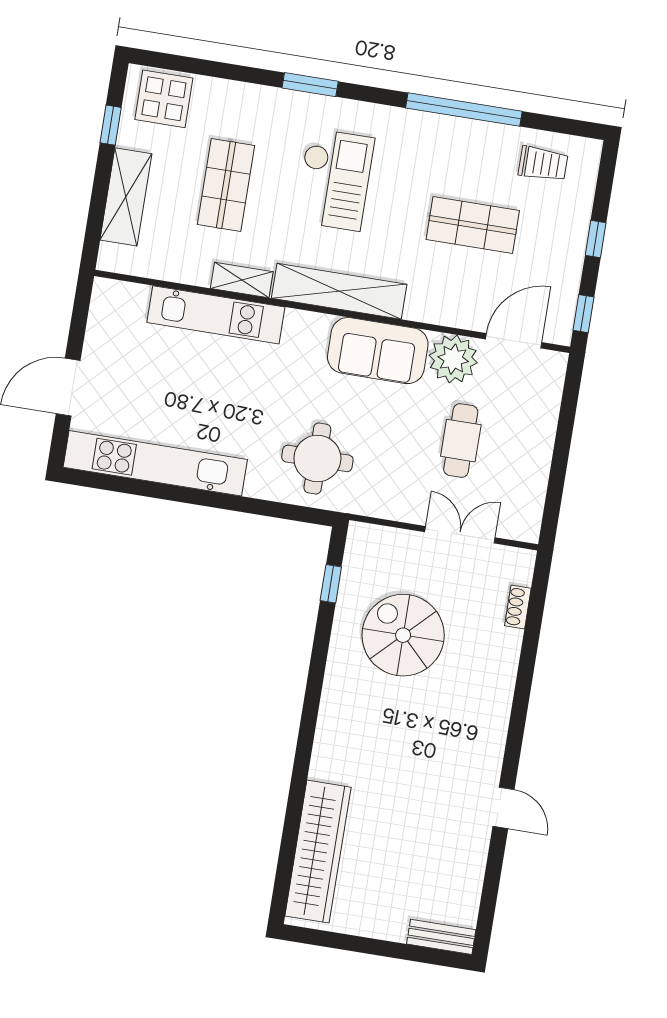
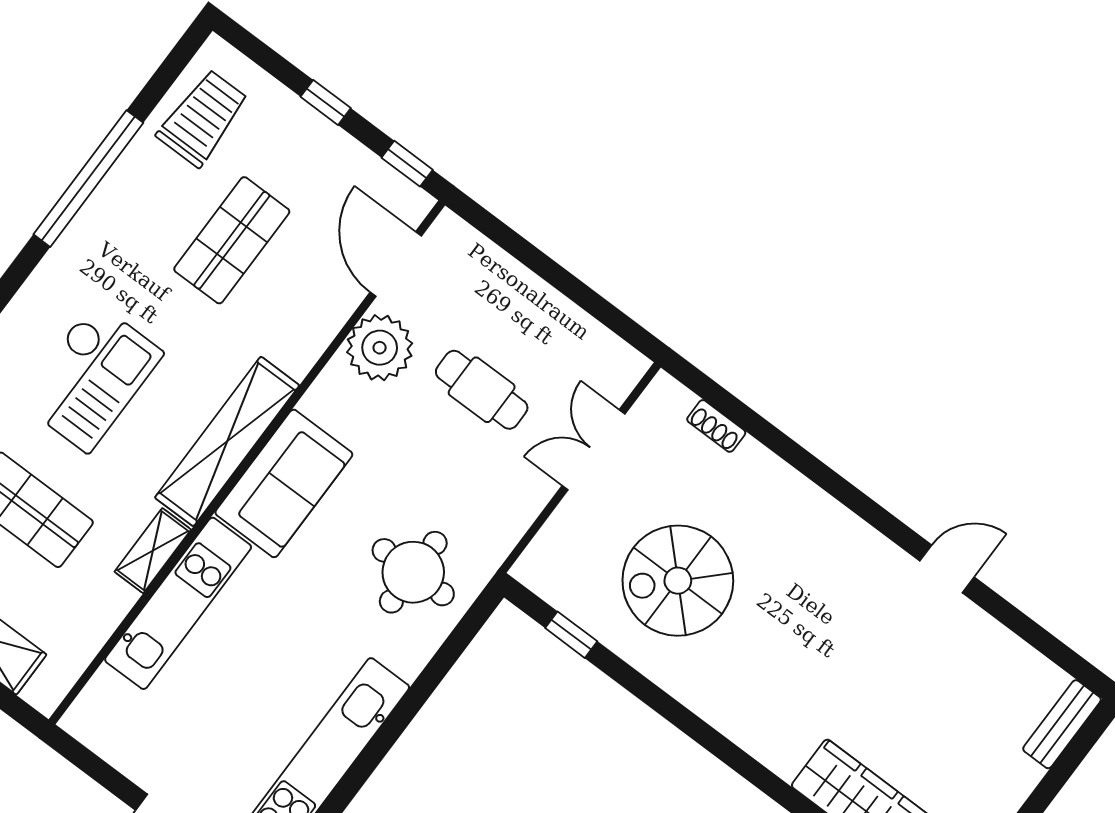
trolley: (543, 164) -> (203, 118), width x1.36, depth x1.39
checkout: (334, 180) -> (91, 377), turned 90
sofa: (378, 351) -> (284, 483), moved

